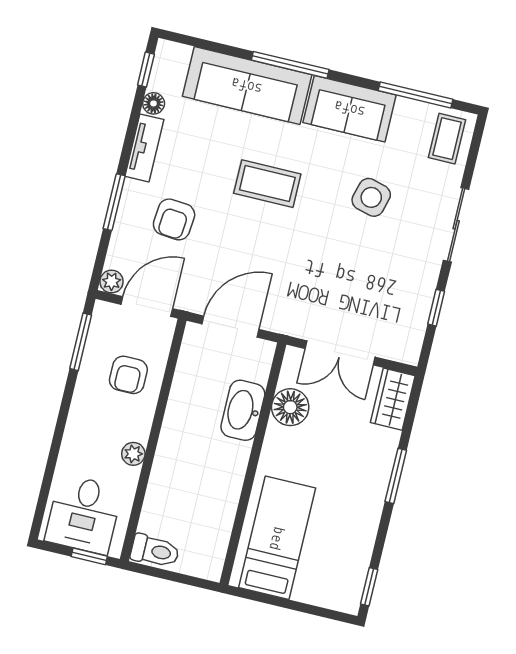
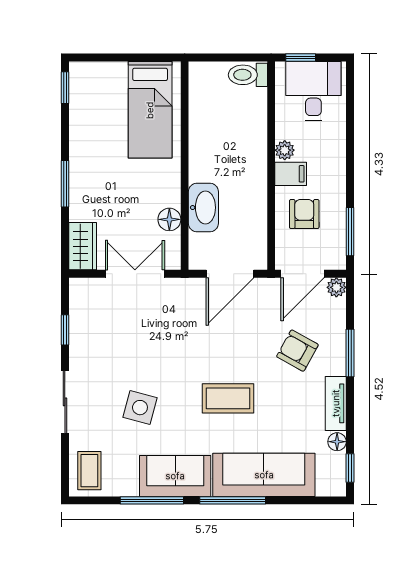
window: (415, 95) -> (152, 500), moved
armchair: (174, 219) -> (297, 351), turned -66
floor lamp: (290, 407) -> (169, 219), width x0.73, depth x0.73
filing cabinet: (133, 425) -> (291, 174), added

